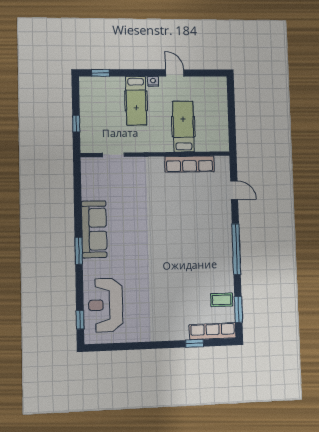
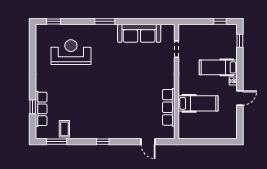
window: (76, 123) -> (220, 21), moved
door: (234, 190) -> (148, 142), hinge flipped
sofa: (94, 229) -> (139, 33), moved
window: (236, 249) -> (103, 142), width x0.32
reception desk: (106, 305) -> (71, 52), moved
row of seats: (213, 331) -> (41, 109), moved

